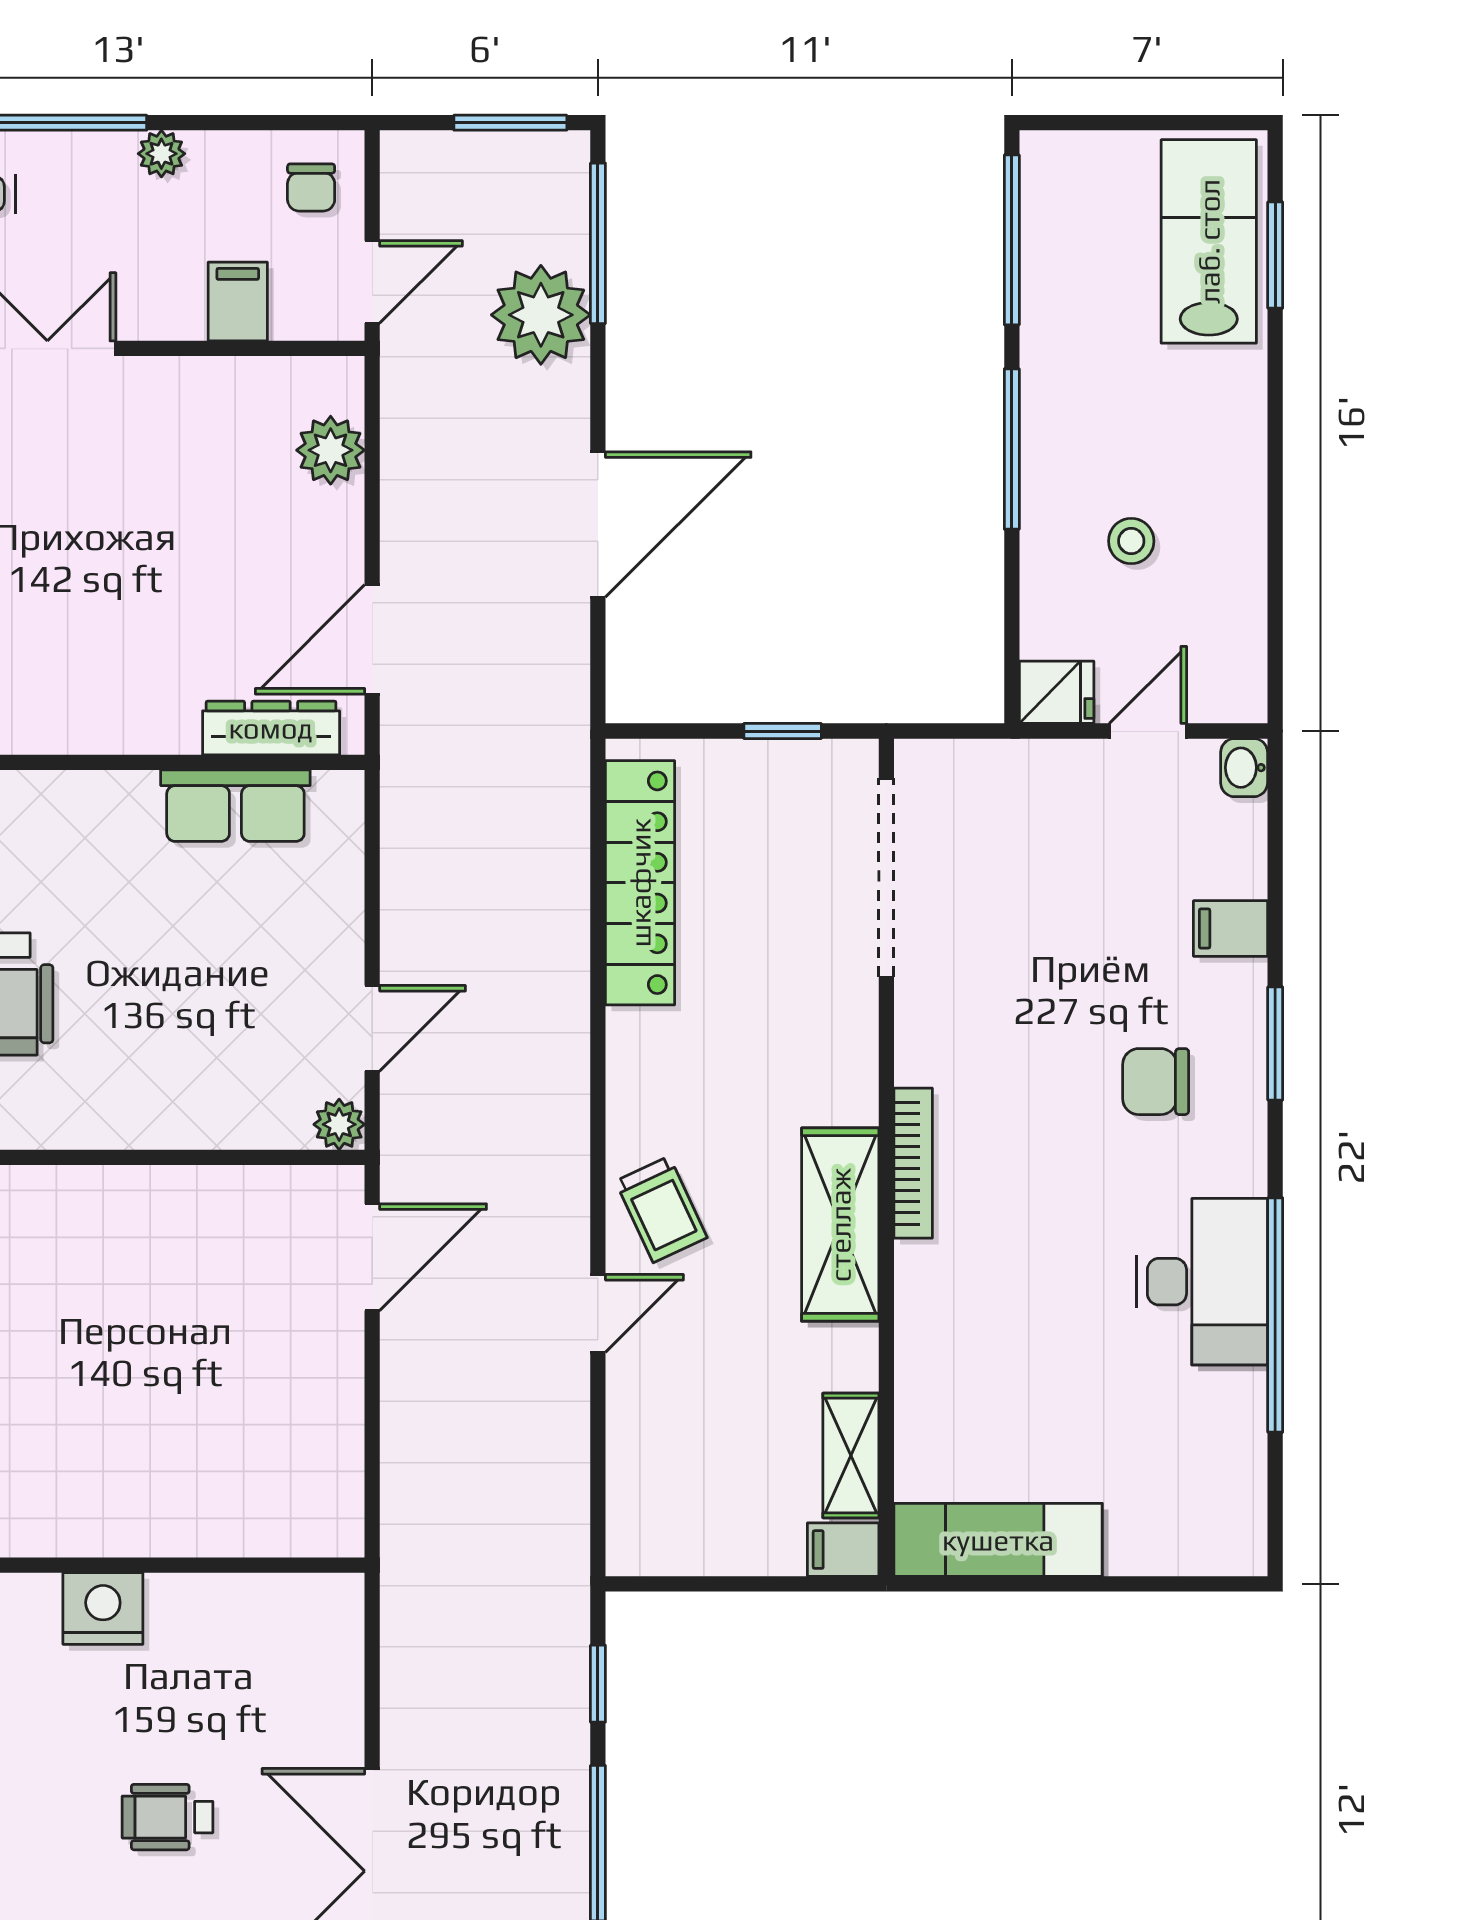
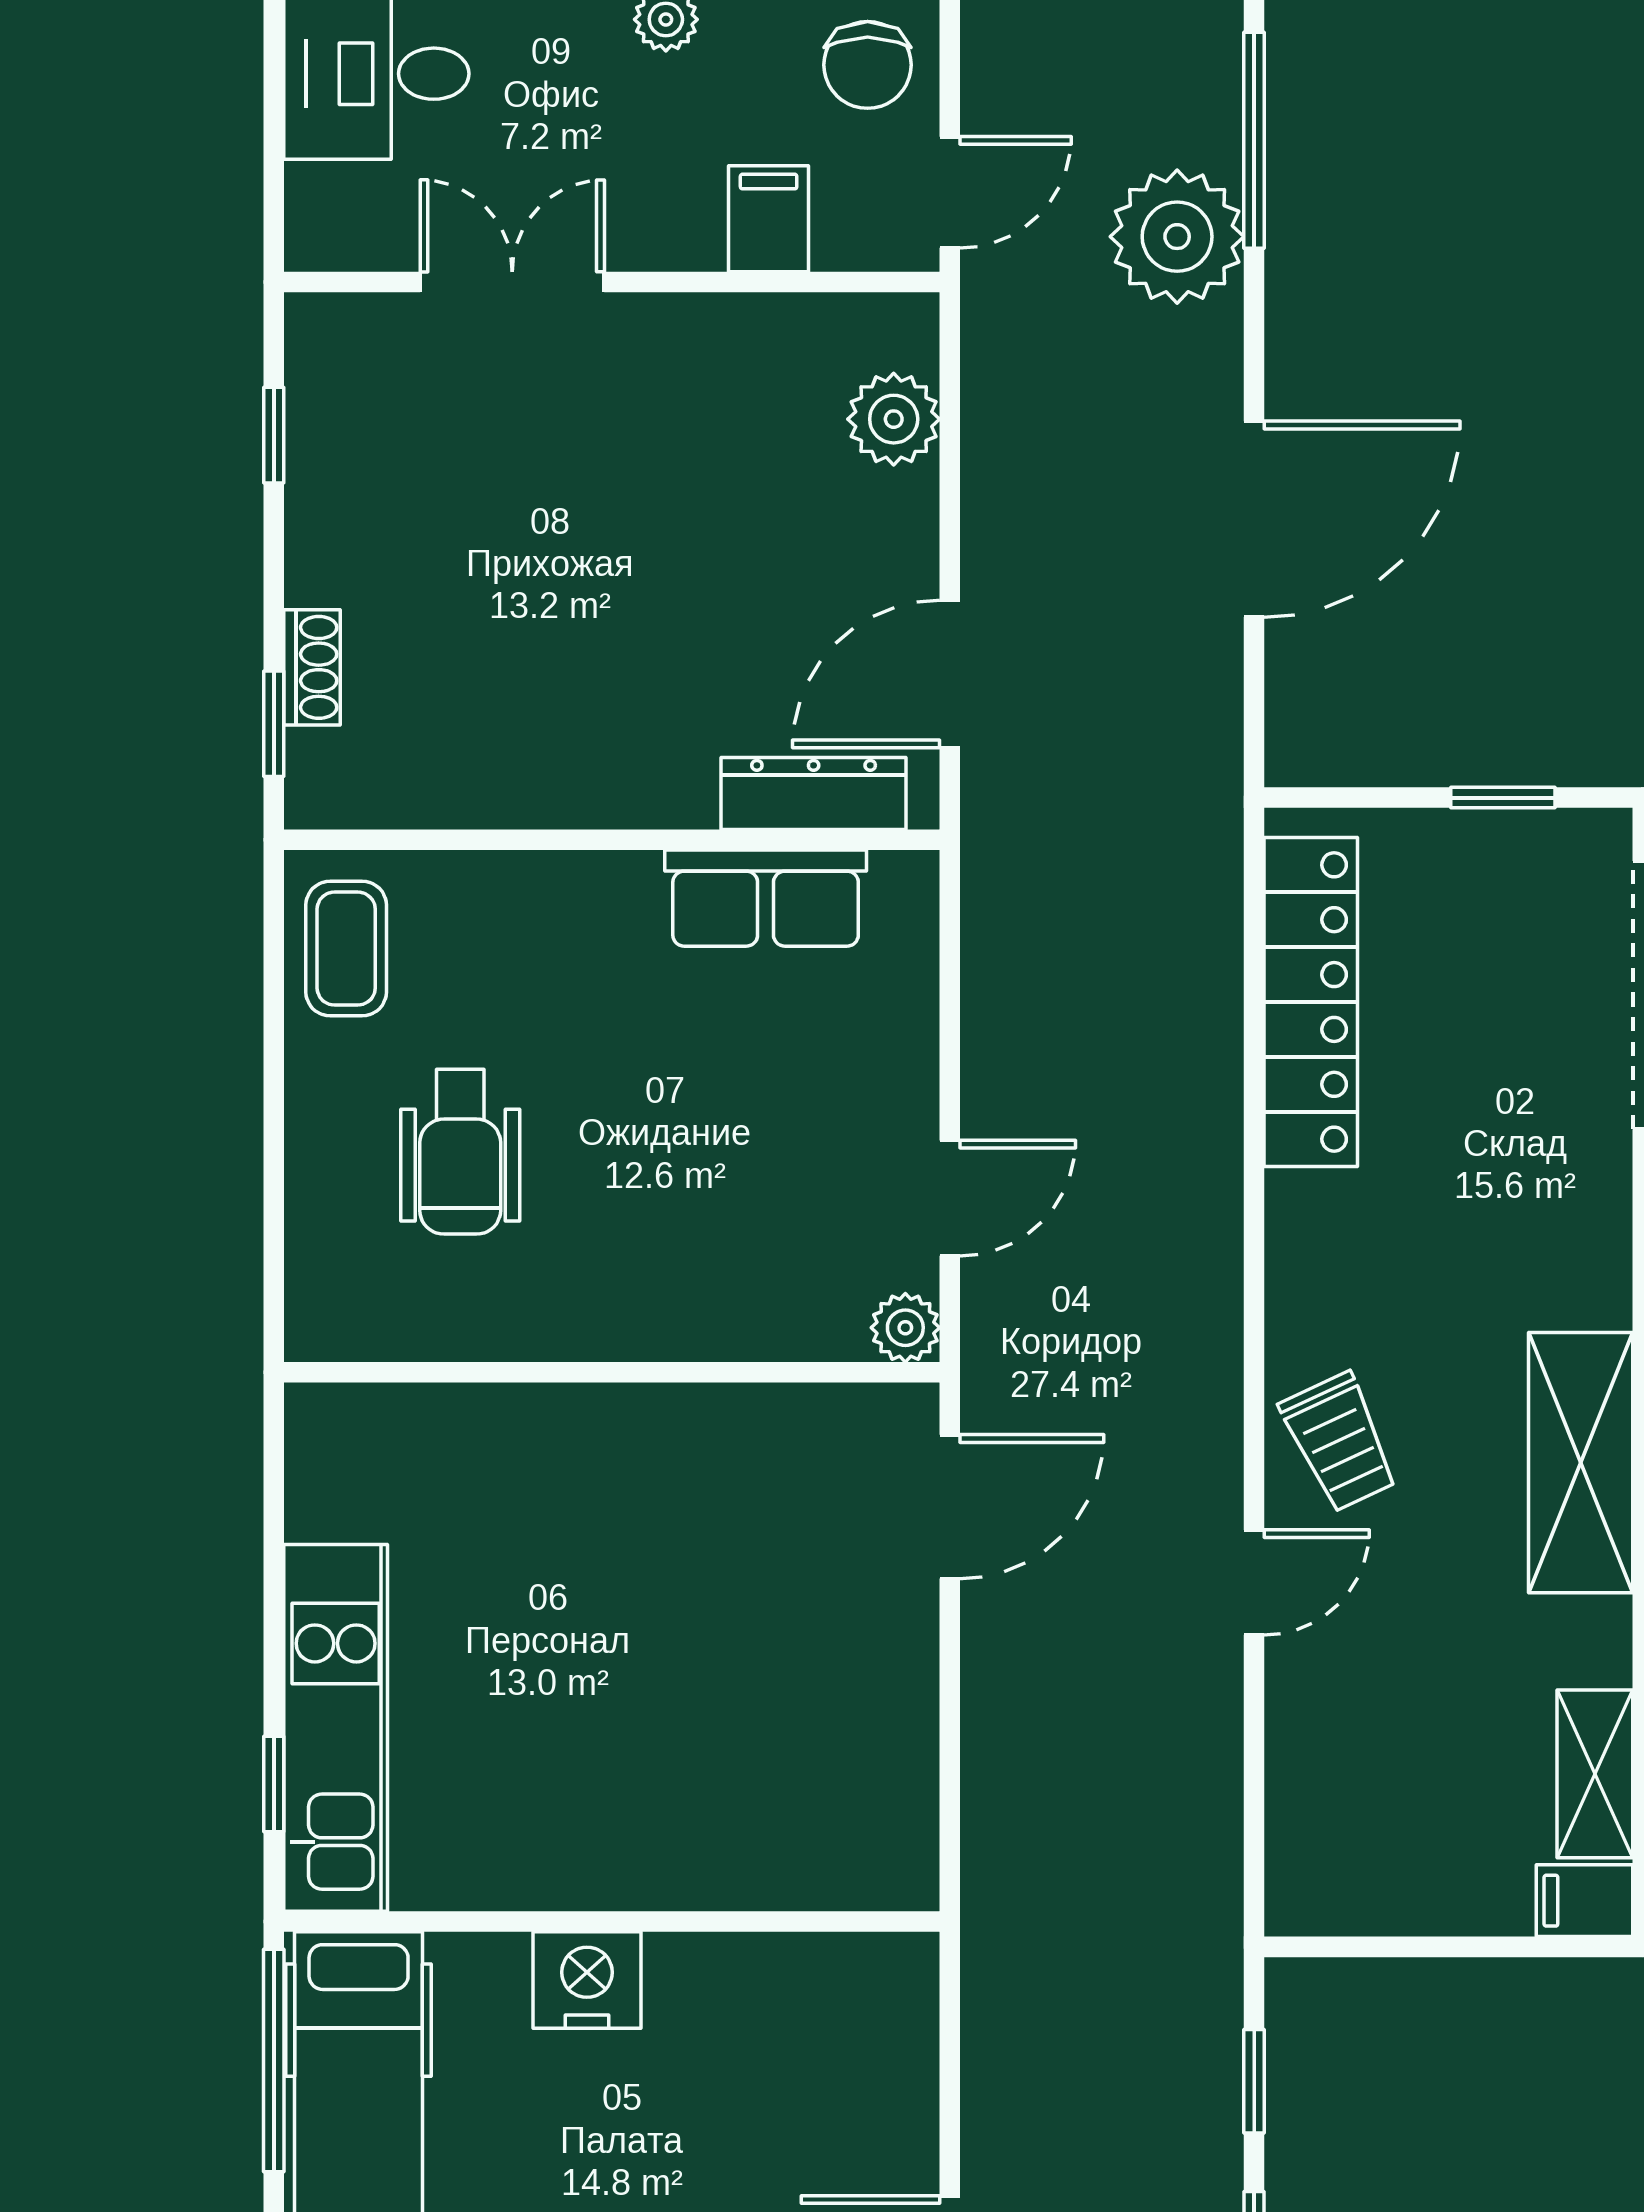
chair: (311, 187) -> (868, 65), width x1.37, depth x1.37

